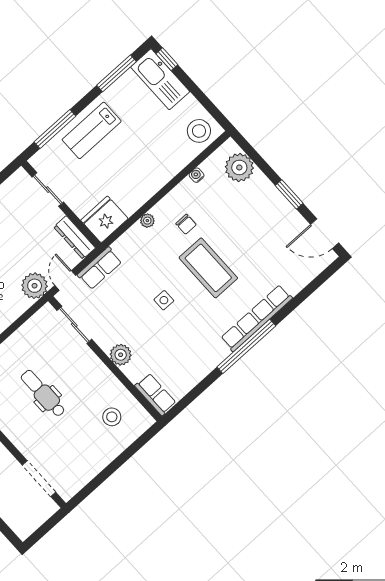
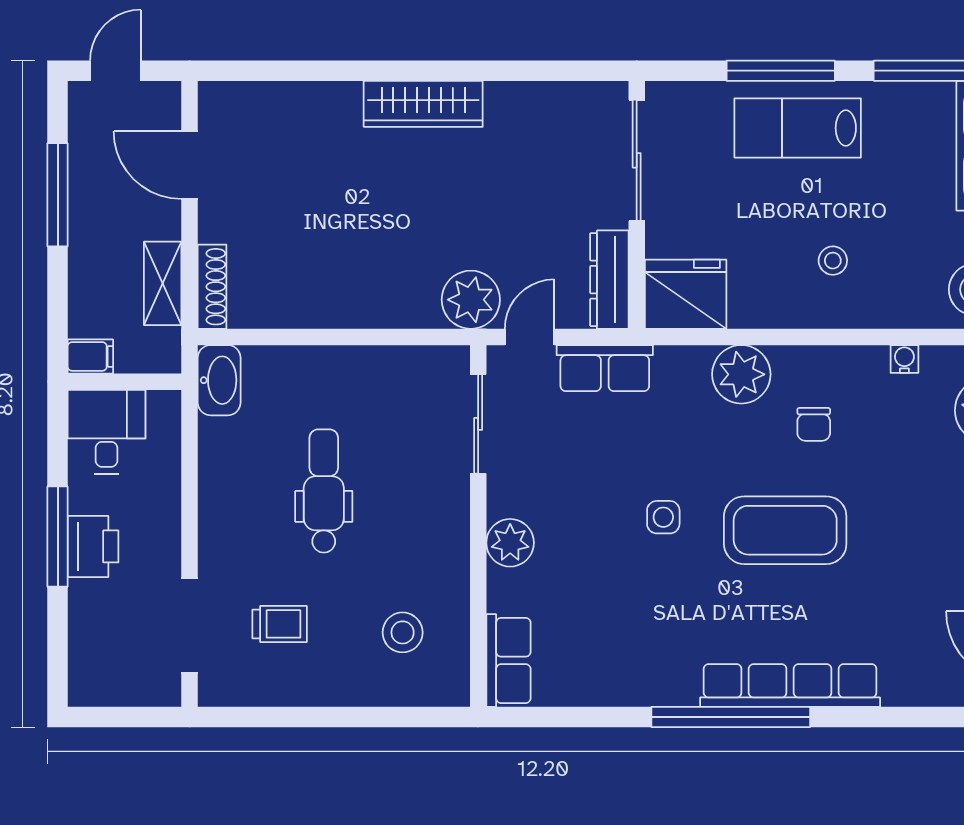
window: (55, 129) -> (781, 71), moved
stool: (143, 164) -> (833, 261), added
sliding door: (48, 190) -> (637, 160), width x1.37
plant: (147, 221) -> (741, 374), width x1.88, depth x1.88
coffee table: (208, 268) -> (785, 530), turned 90
trolley: (68, 451) -> (280, 624), added

